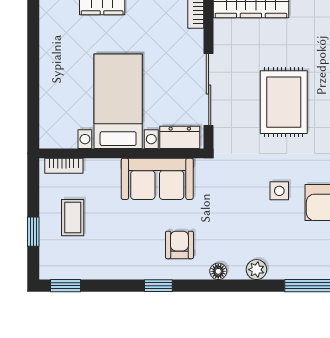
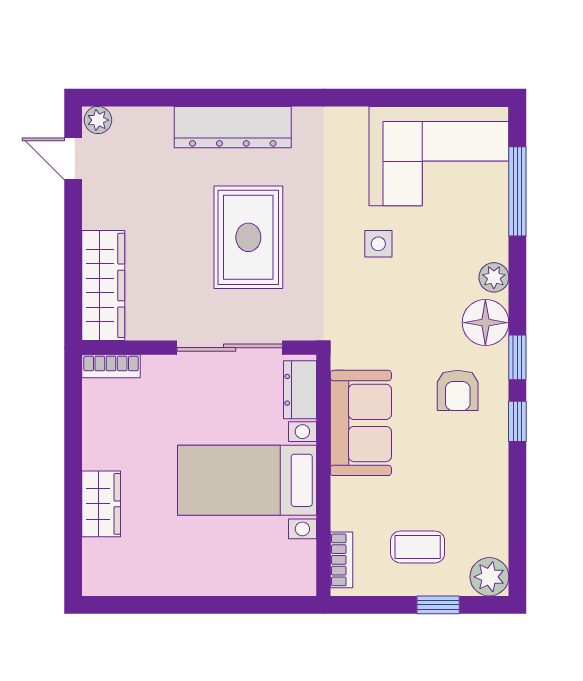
rug: (284, 102) -> (248, 237), turned 90
armchair: (179, 245) -> (458, 390), turned -90
plant: (52, 267) -> (489, 577), added
floor lamp: (218, 271) -> (485, 323), width x1.89, depth x1.89
window: (66, 286) -> (517, 357), moved

